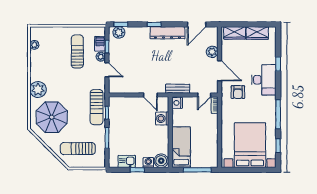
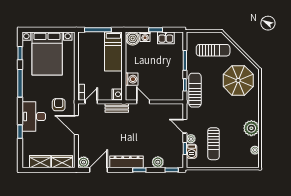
plant: (119, 32) -> (158, 162), moved
plant: (212, 52) -> (84, 162), moved
plant: (38, 89) -> (251, 128), moved

